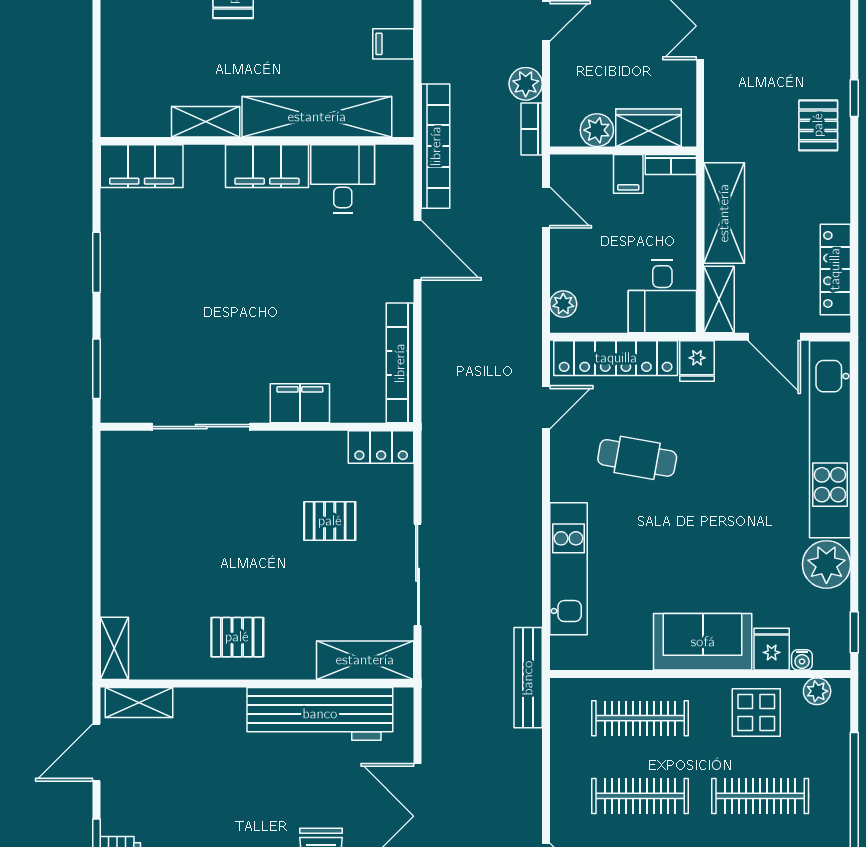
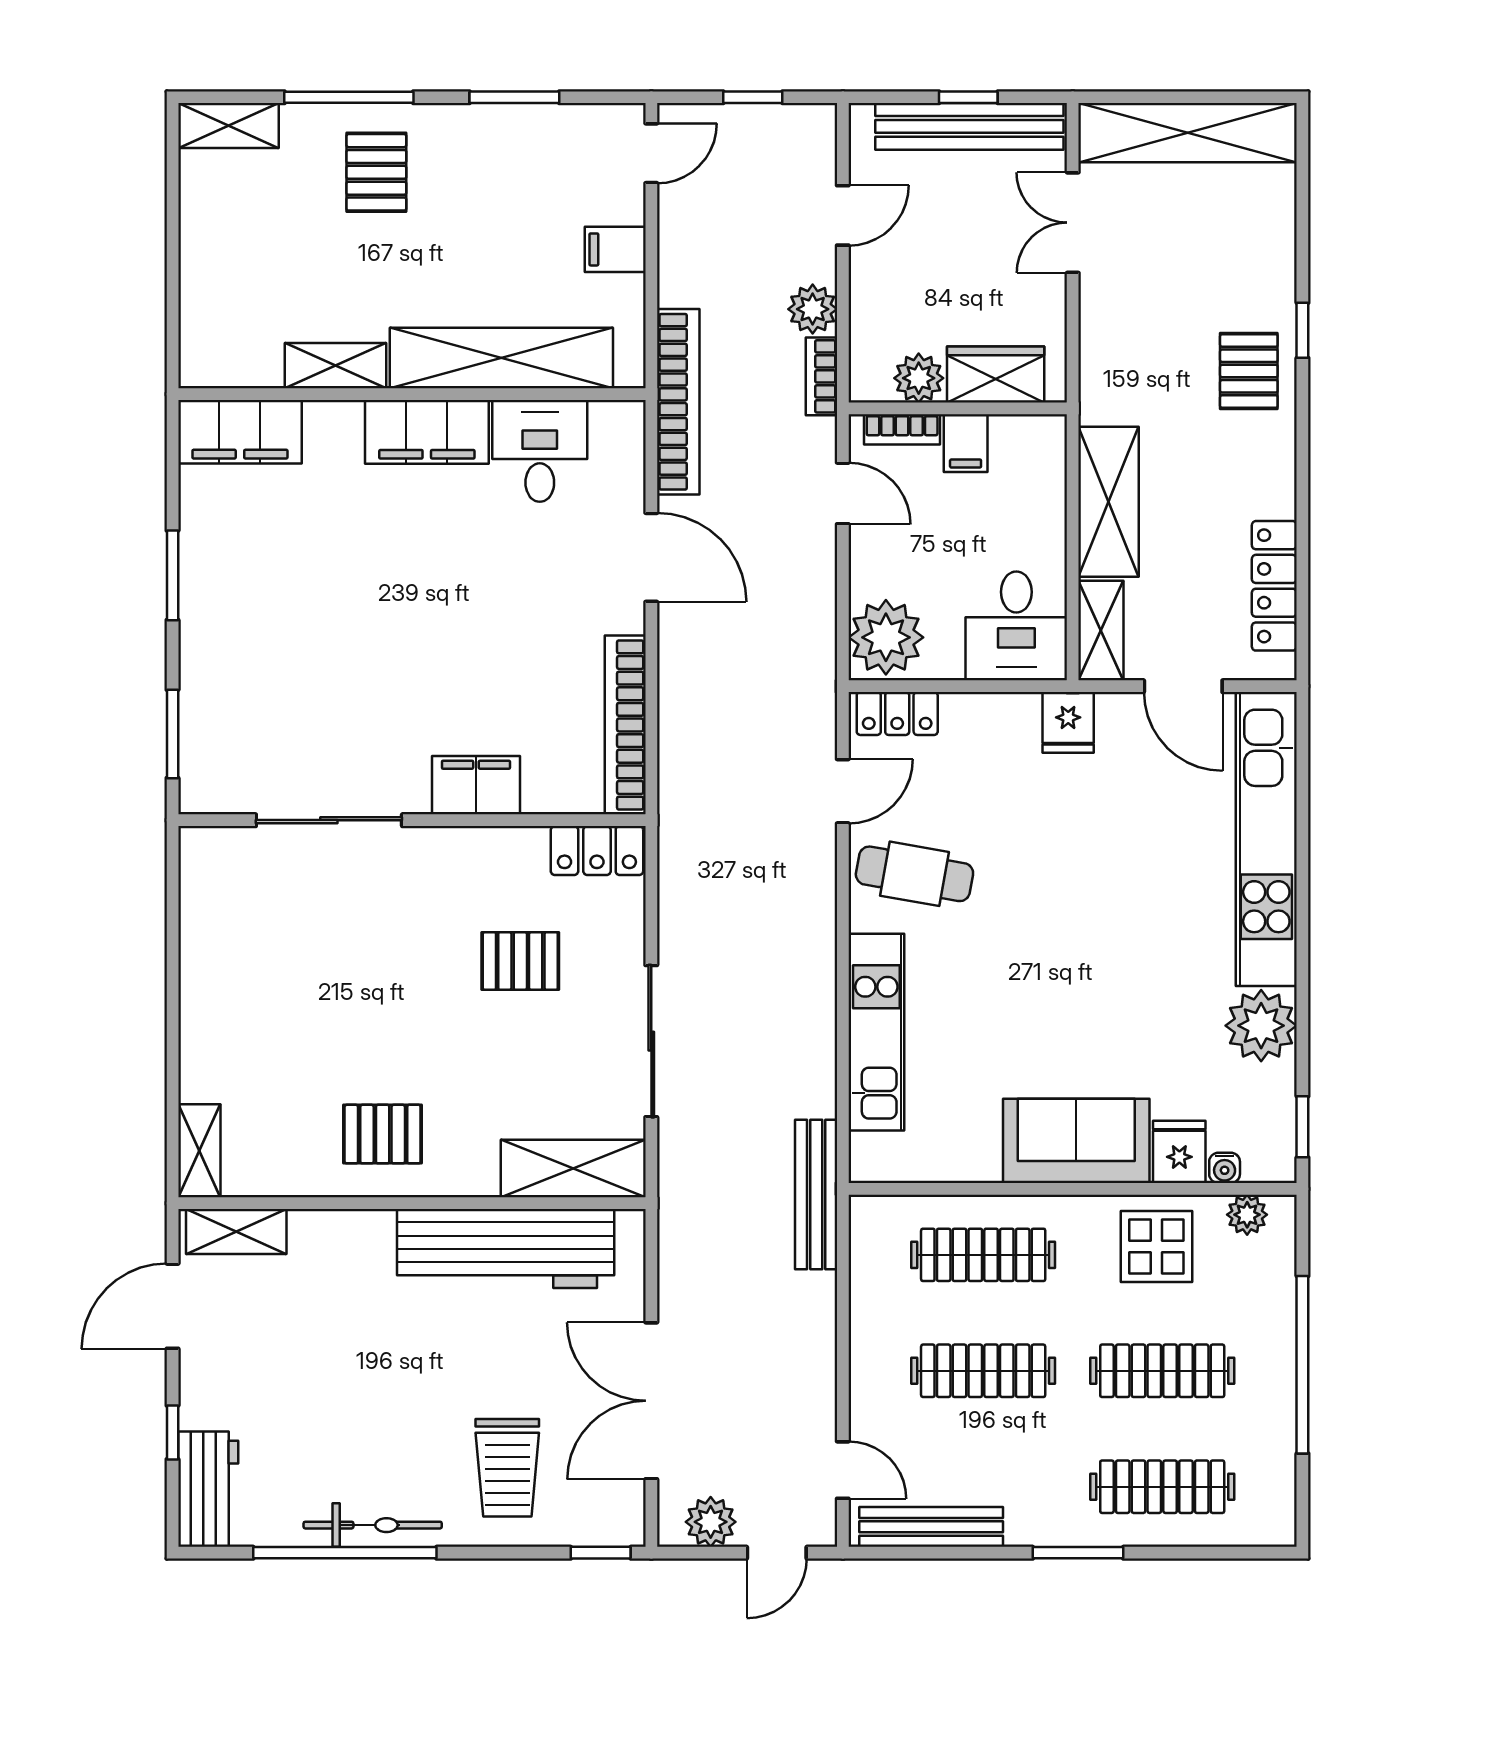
bookcase: (671, 165) -> (902, 429), moved
plant: (563, 304) -> (886, 637), width x1.87, depth x1.87
locker: (616, 358) -> (897, 713), width x0.46, depth x0.83
cafe table: (637, 458) -> (914, 874), moved

